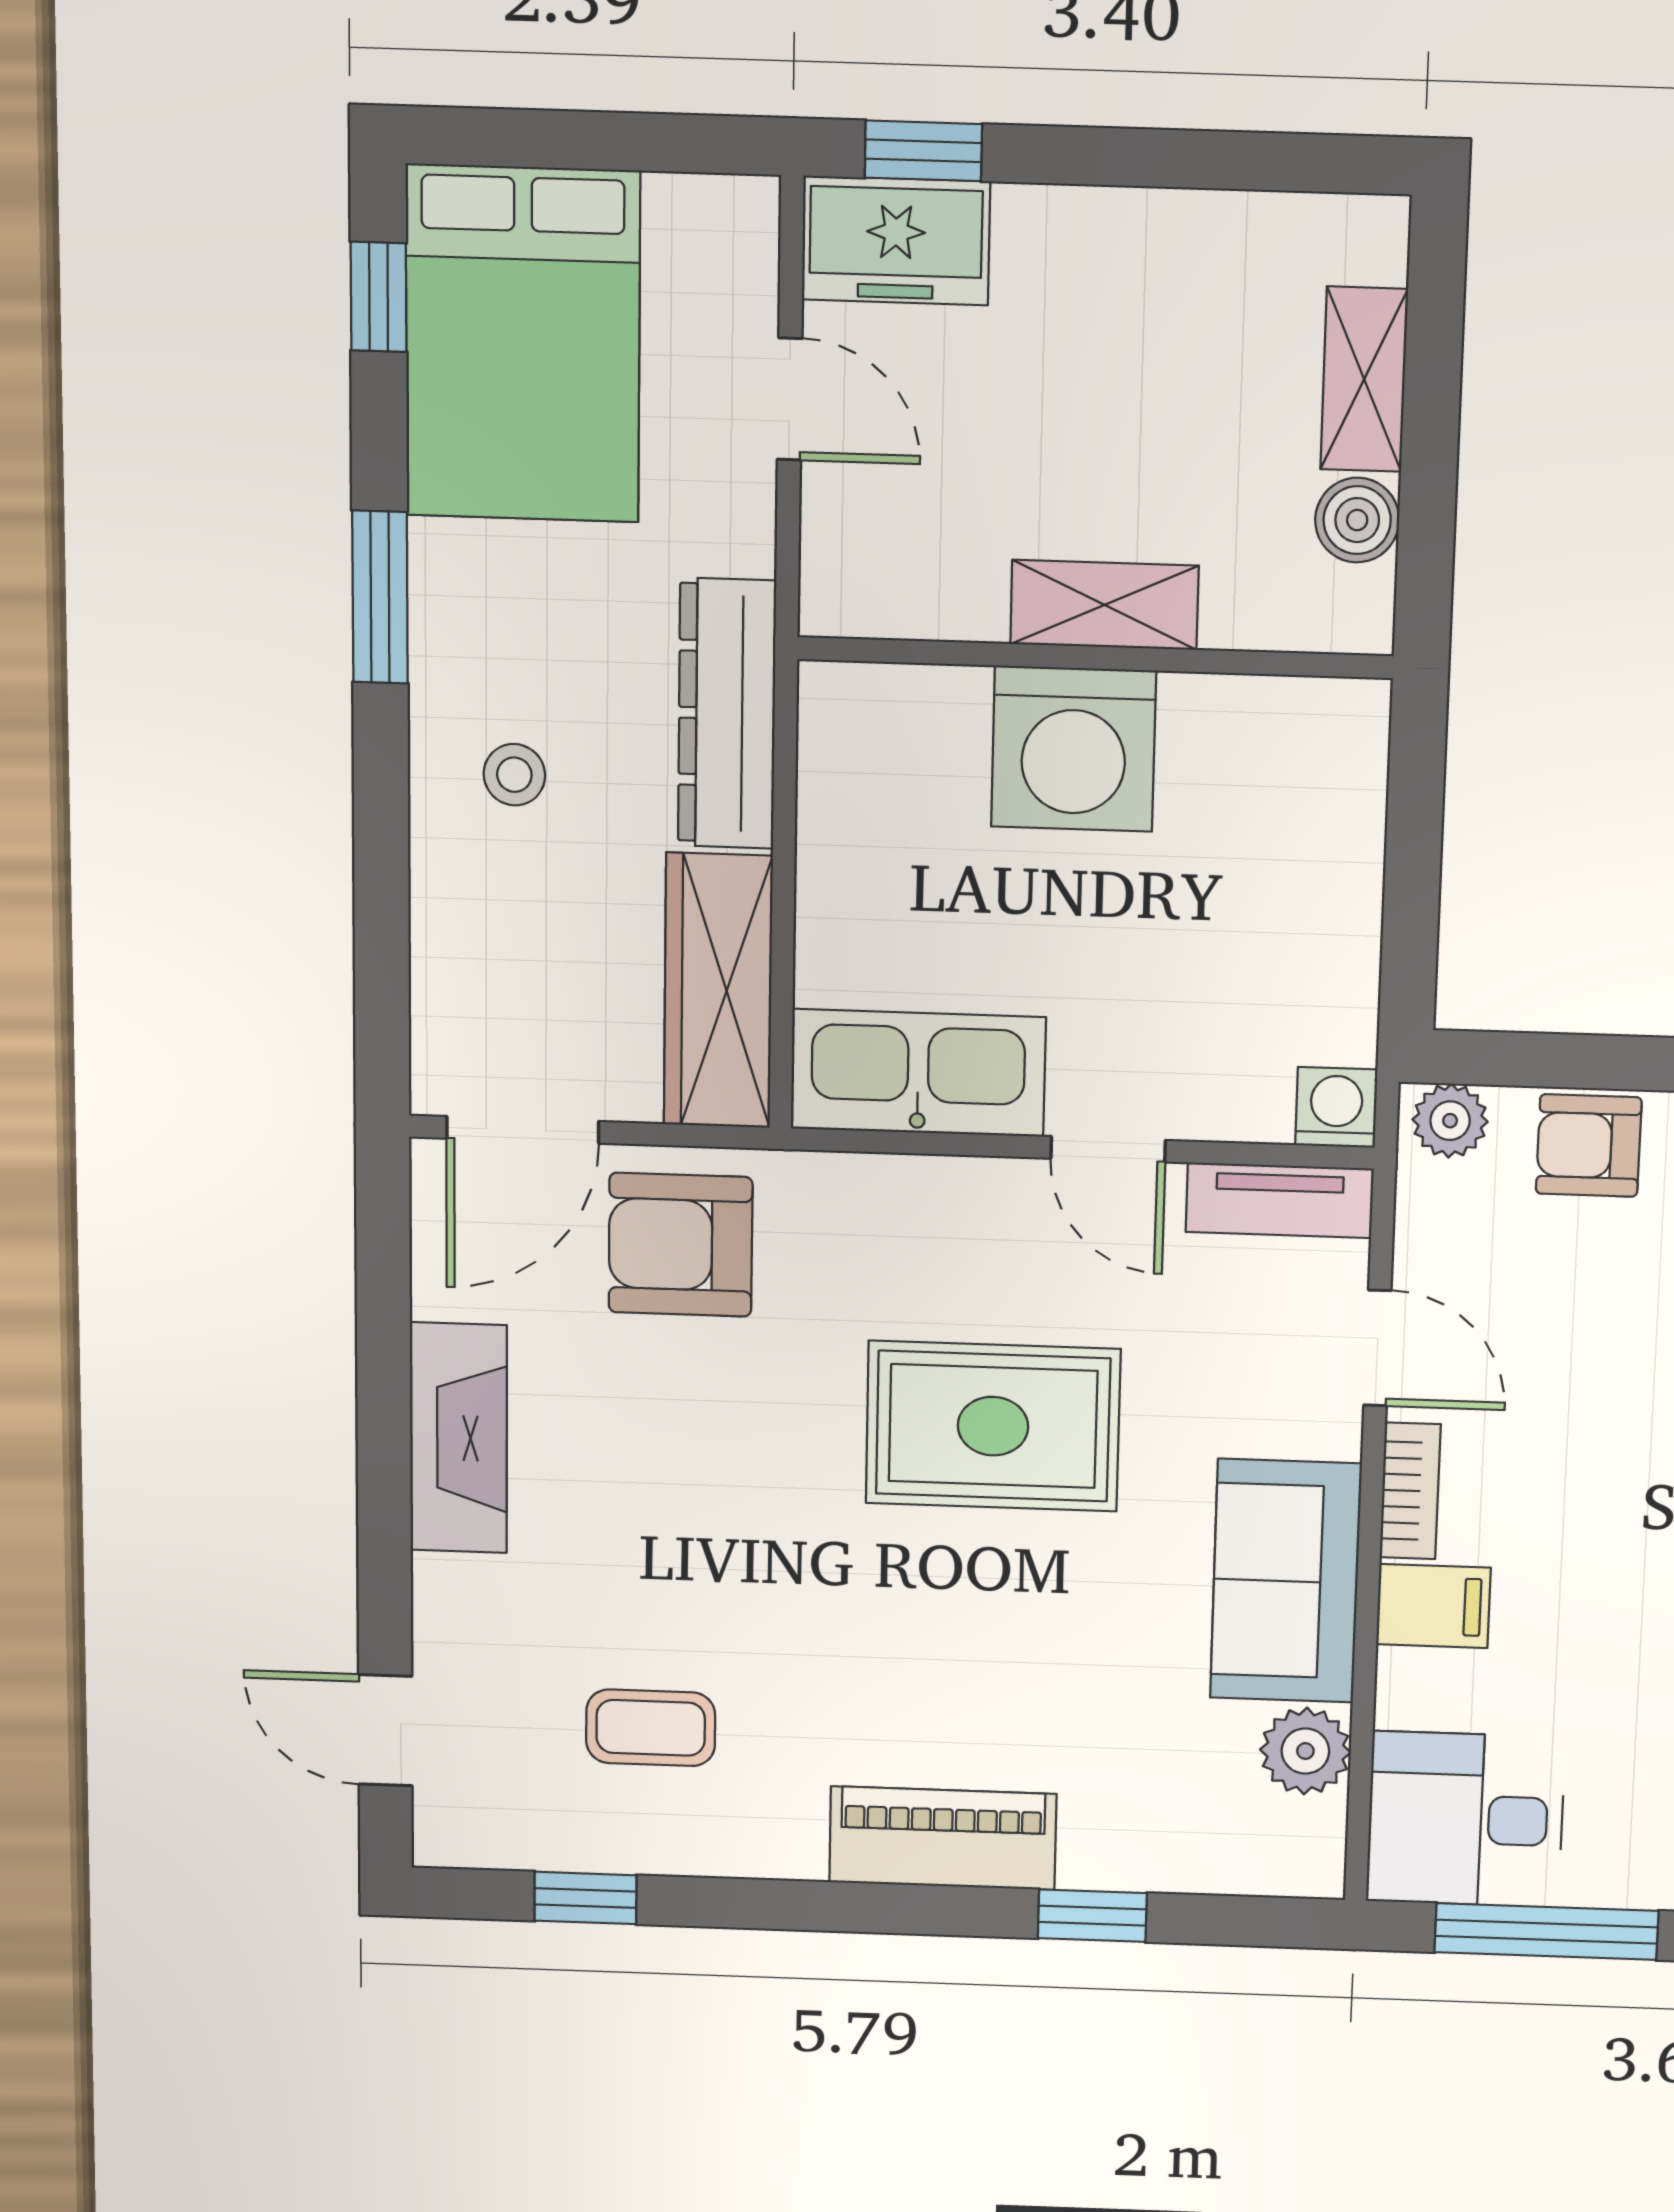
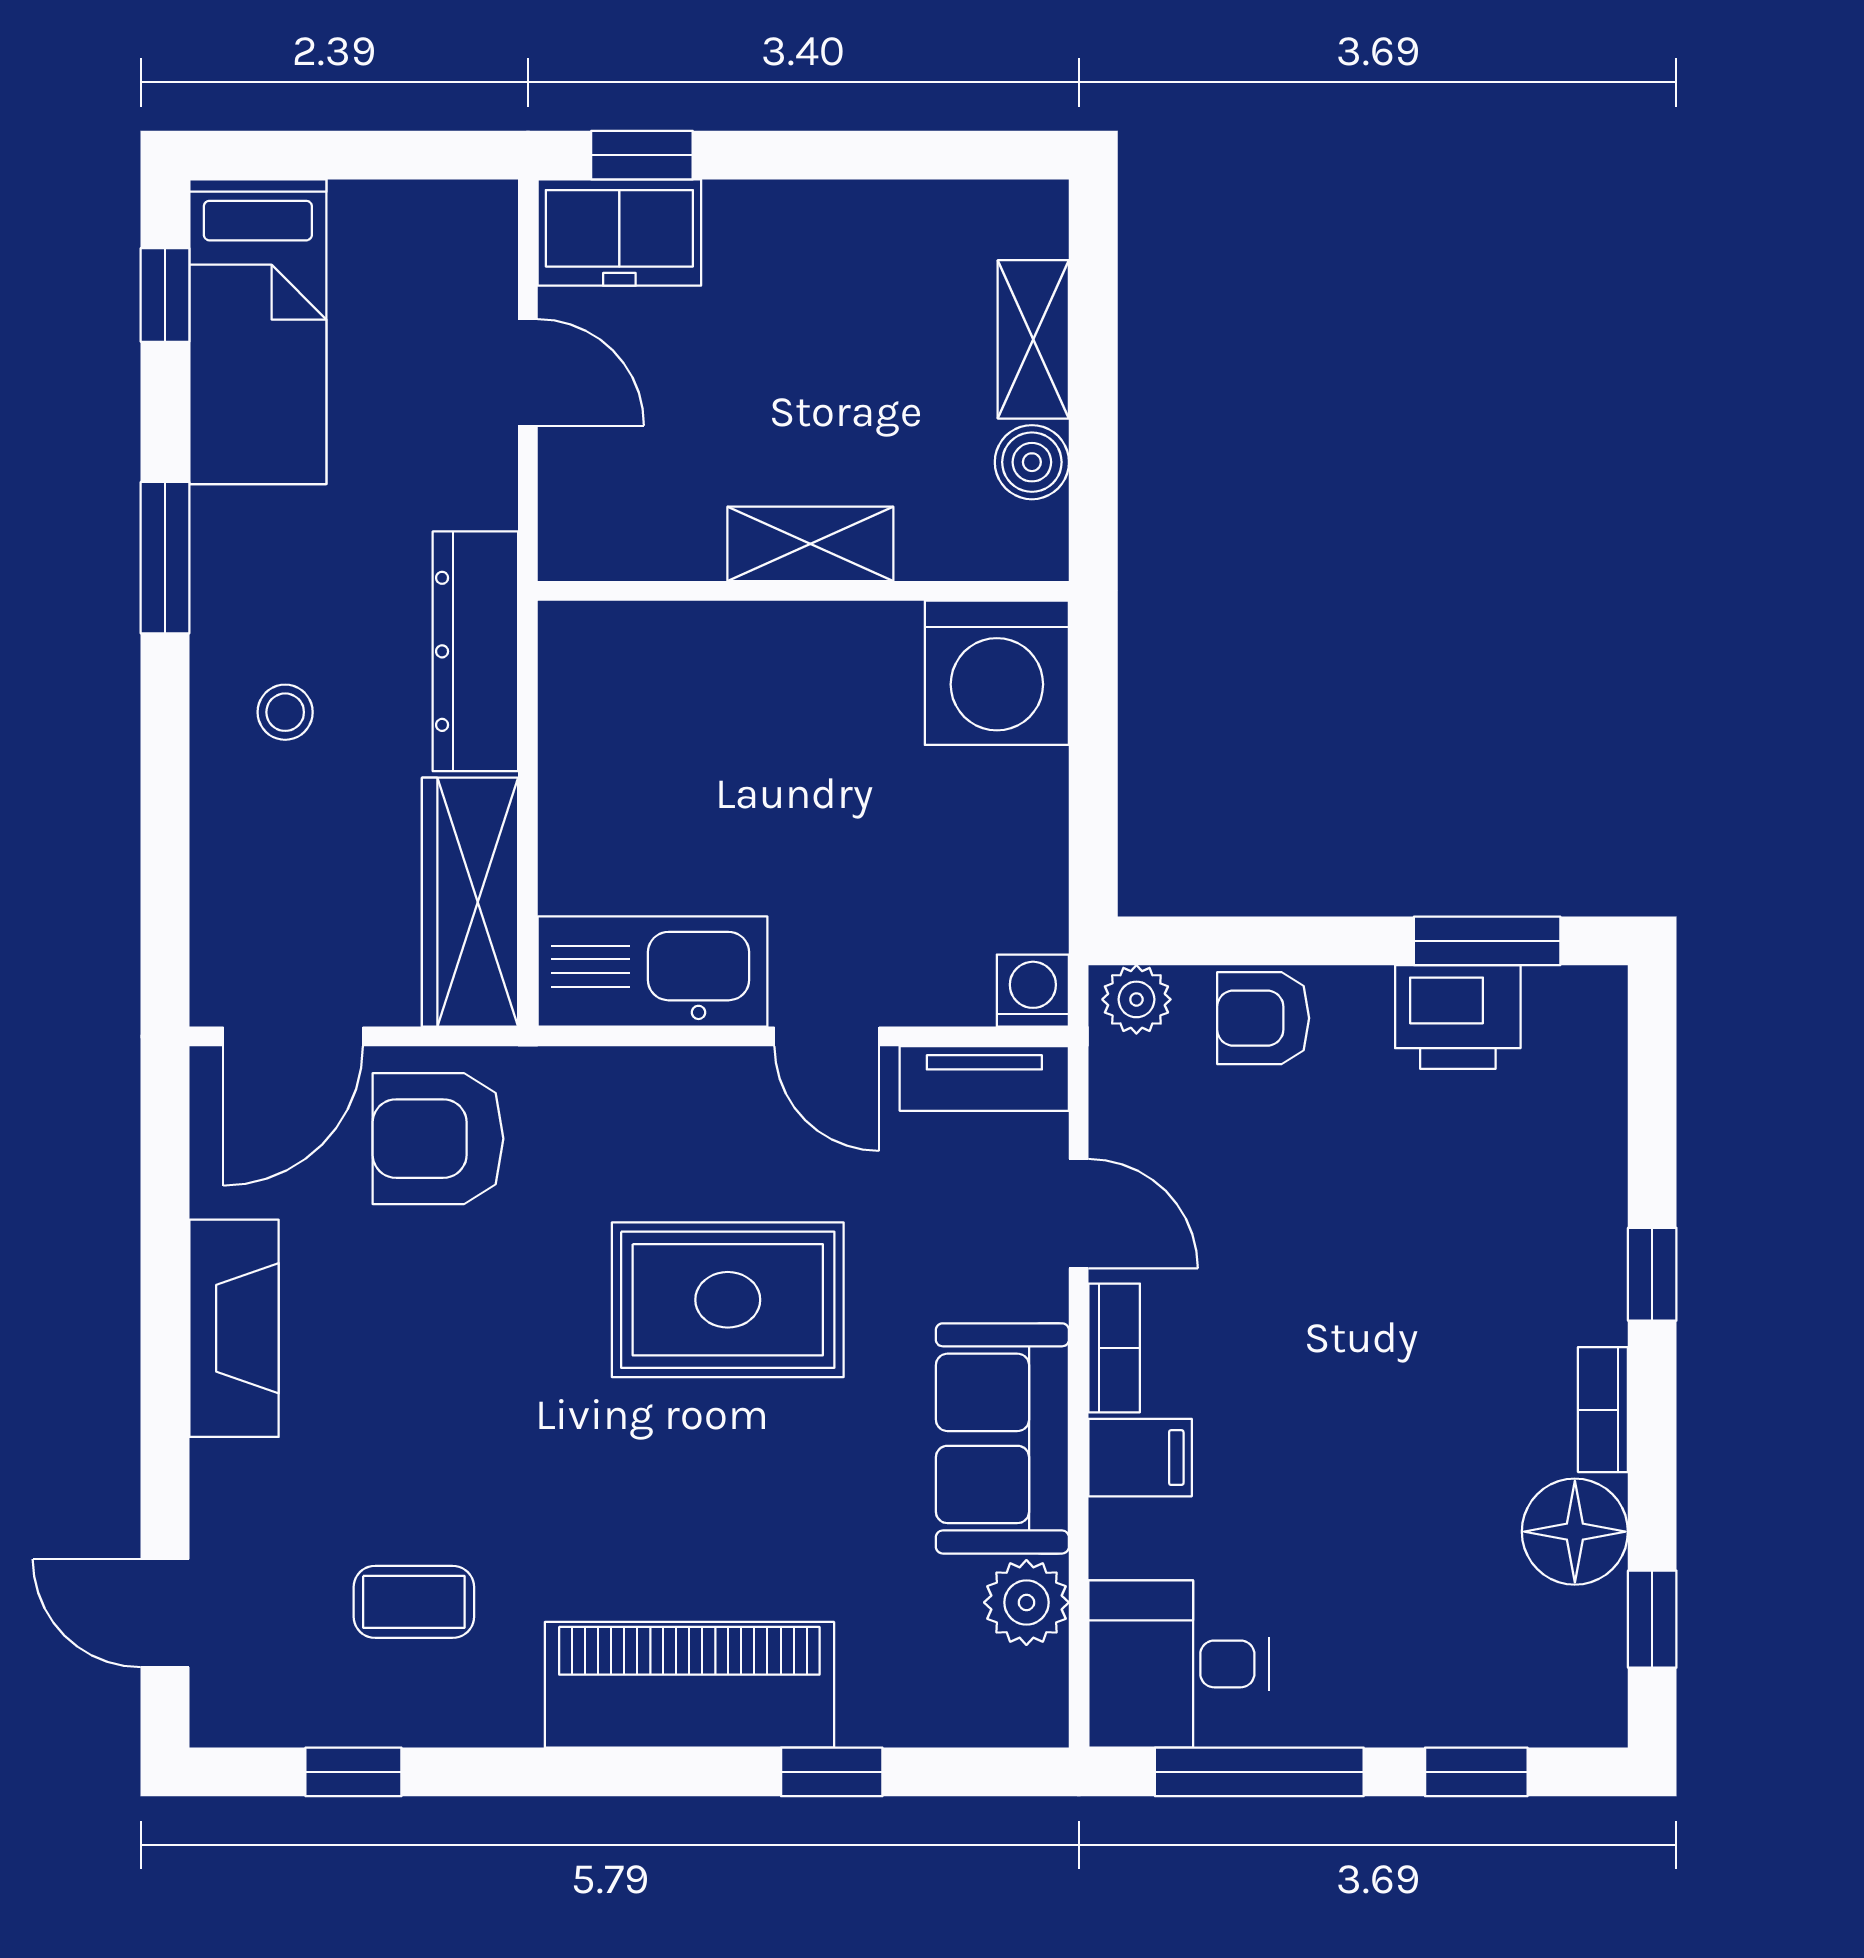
bed: (523, 344) -> (258, 332), width x0.67
washing machine: (1074, 749) -> (997, 673), moved
piano: (943, 1838) -> (689, 1685), width x1.37, depth x1.33

